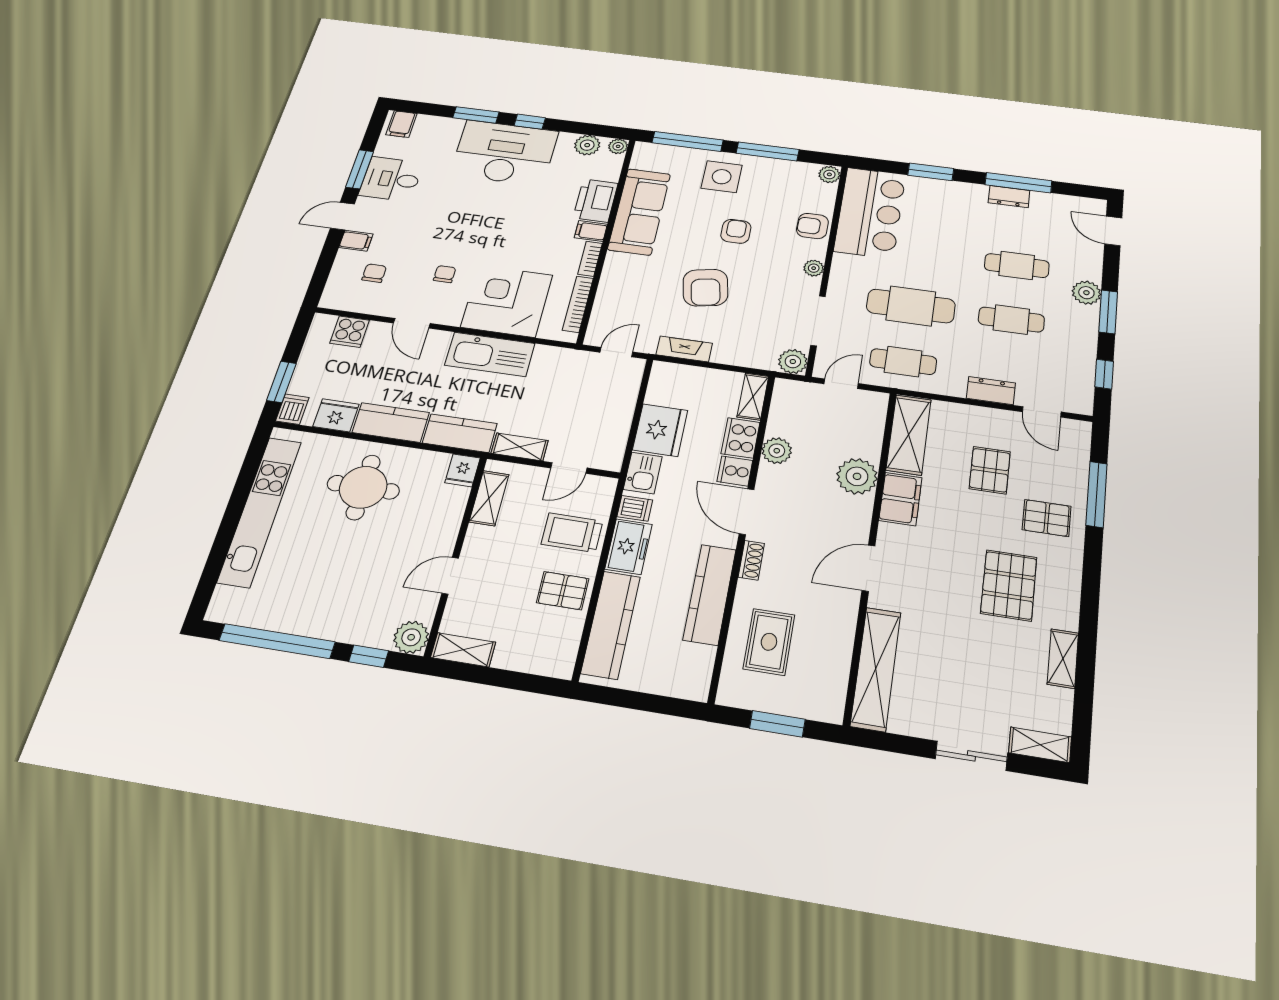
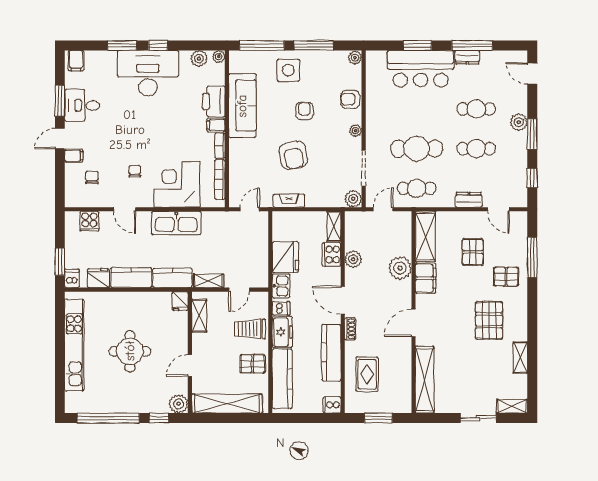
bar counter: (870, 213) -> (421, 69), moved, turned 90
cooker: (735, 471) -> (332, 405), moved
round table: (363, 487) -> (130, 351), moved
shelving: (463, 650) -> (227, 404), width x2.20, depth x1.33

